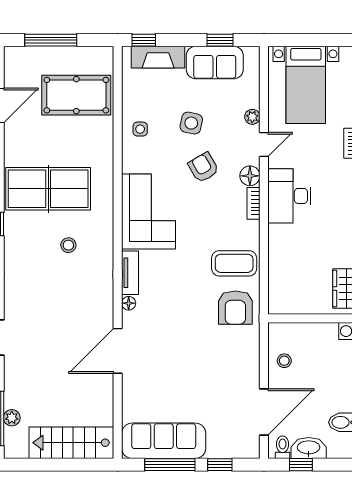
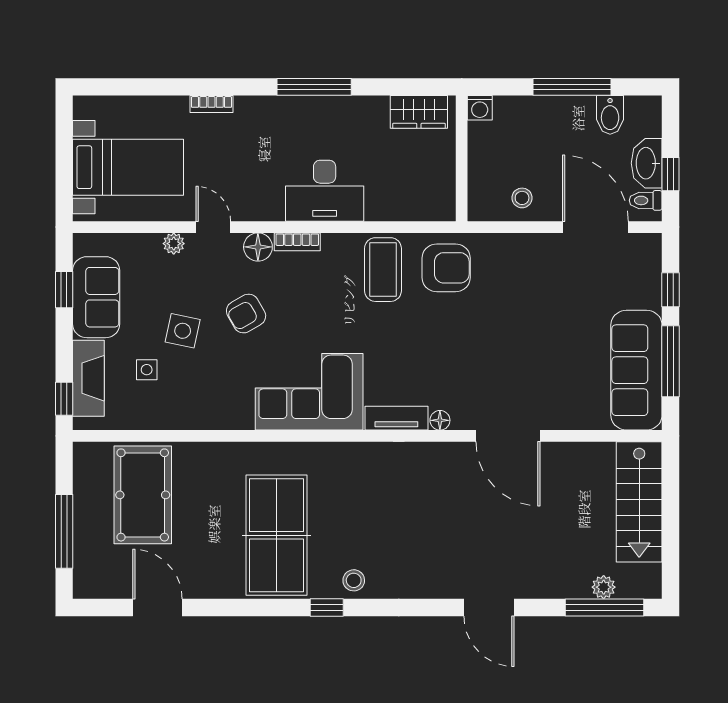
side table: (140, 129) -> (147, 370), moved
desk: (289, 196) -> (325, 191), moved
stool: (68, 245) -> (354, 580), moved

